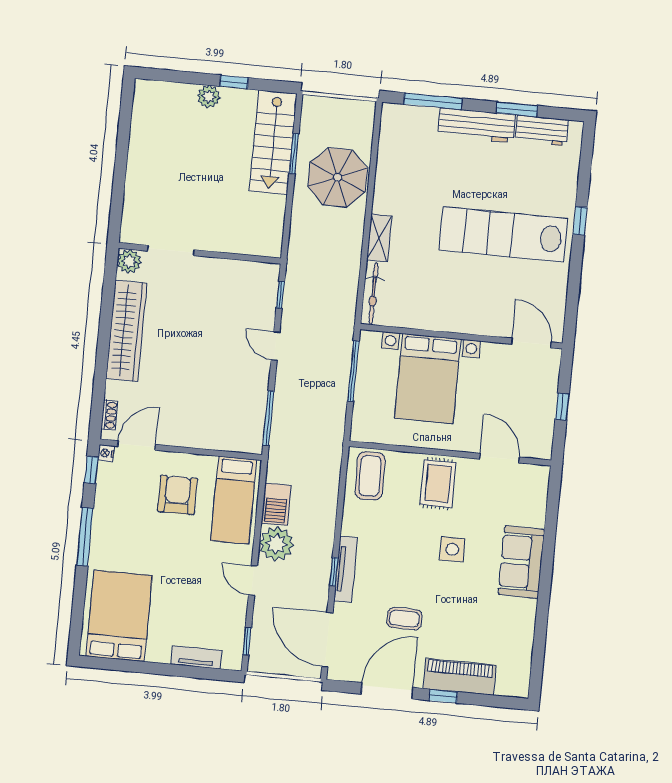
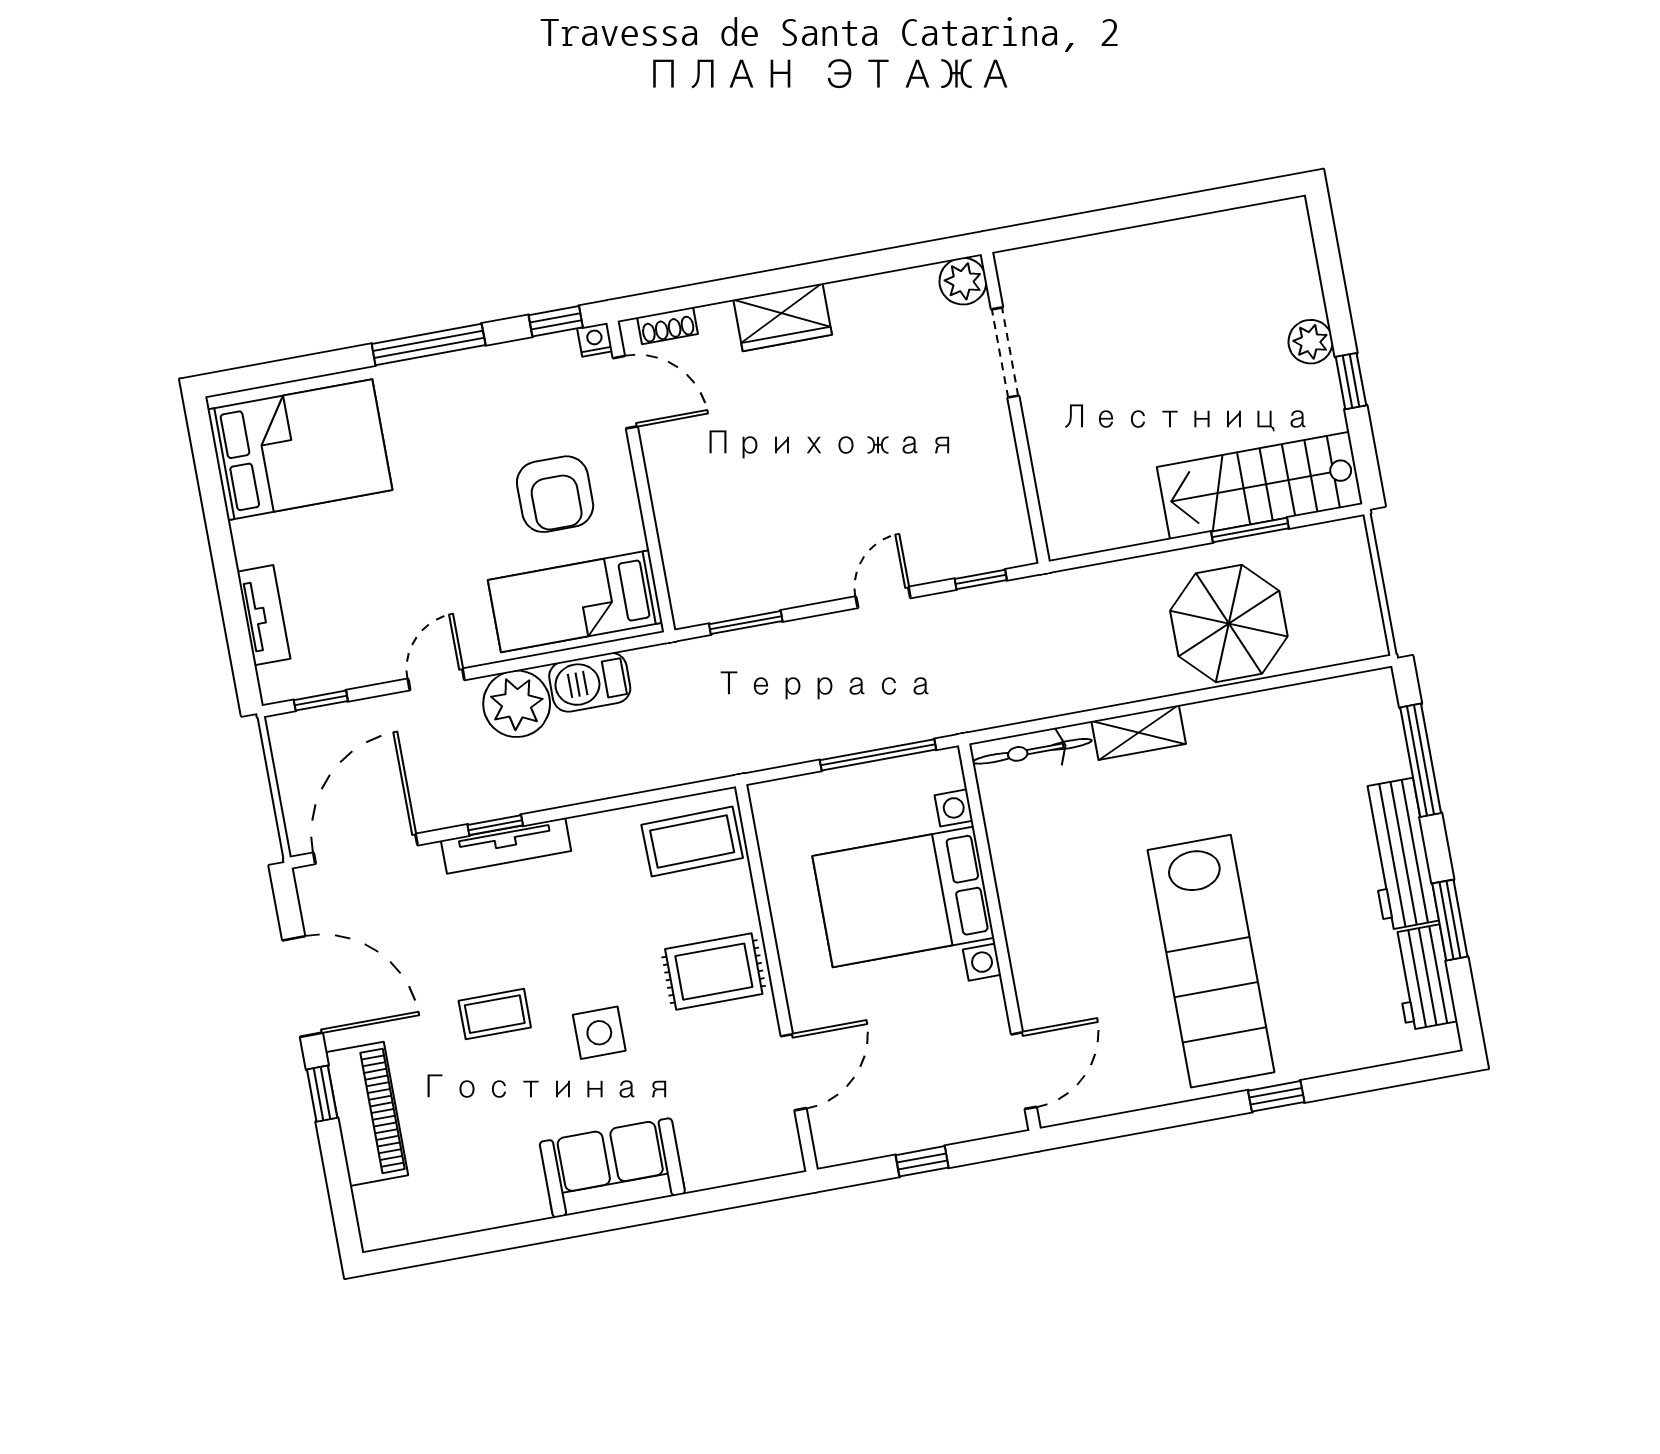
lab bench: (503, 234) -> (1211, 961), turned 180
wardrobe: (126, 331) -> (783, 317), width x0.48, depth x0.85
window: (269, 418) -> (746, 623), width x0.69
armchair: (177, 495) -> (555, 494), turned 90
coffee table: (404, 619) -> (495, 1014), moved, turned 90

